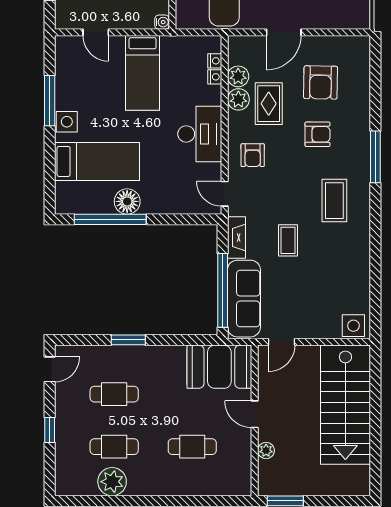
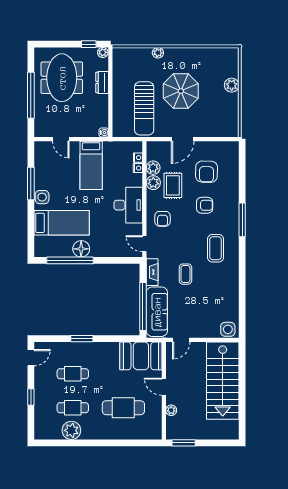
cafe table: (192, 447) -> (123, 408), width x1.37, depth x1.35

